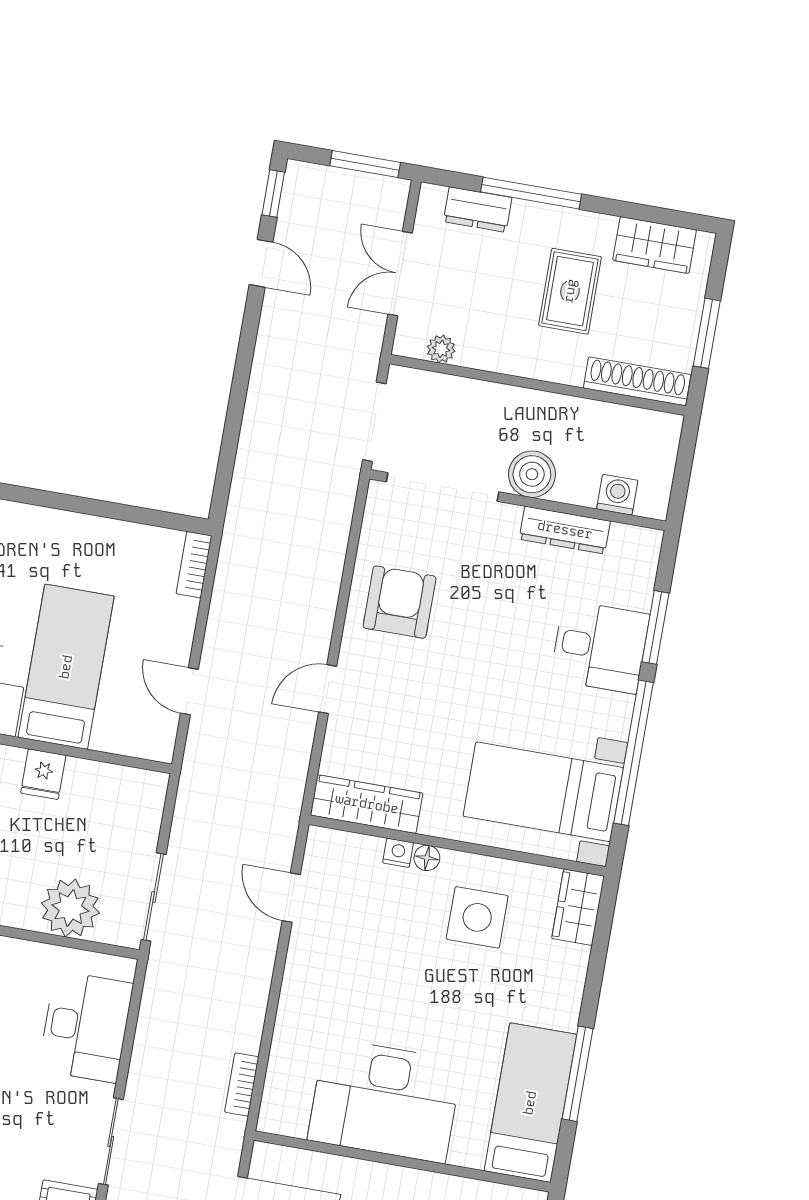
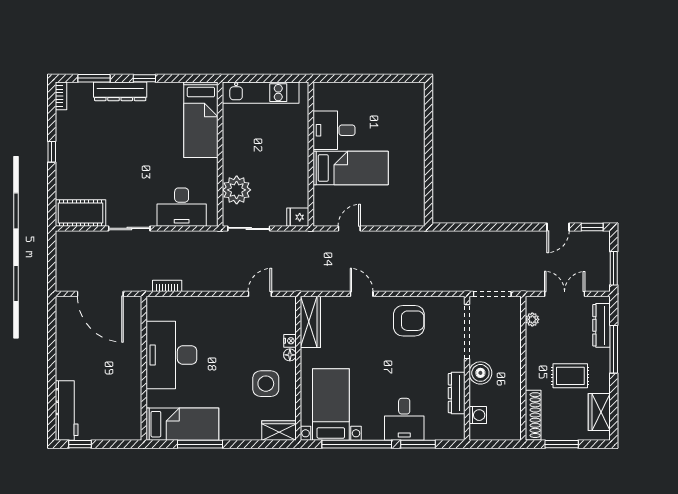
dresser: (478, 210) -> (601, 325), width x1.44
bookcase: (194, 565) -> (410, 220), removed
fridge: (43, 774) -> (298, 217), moved

